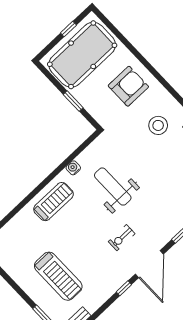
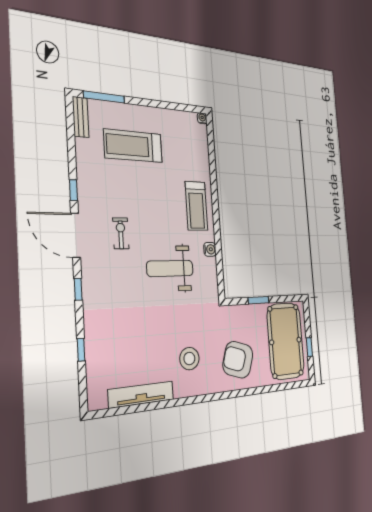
armchair: (128, 86) -> (238, 360), turned 108
weight bench: (113, 187) -> (170, 268), turned 180

